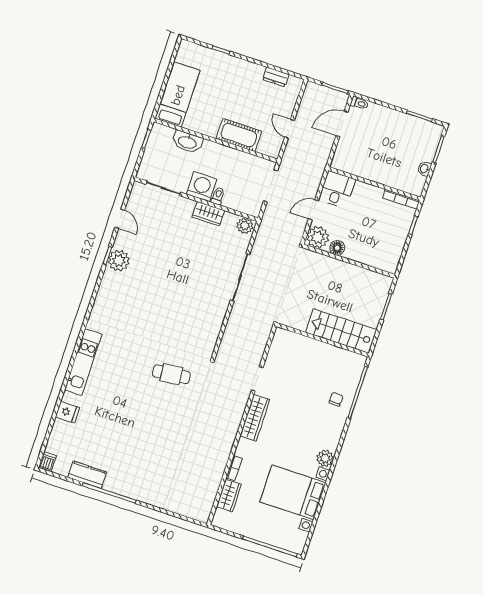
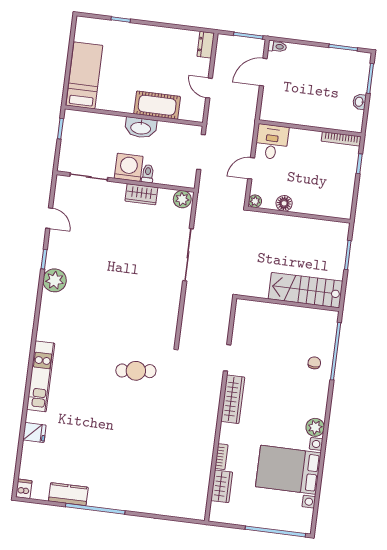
dresser: (276, 77) -> (206, 45), moved, turned 90
washbasin: (187, 142) -> (141, 128), moved
plant: (318, 237) -> (255, 201), width x0.53, depth x0.53
plant: (119, 261) -> (55, 280), moved

